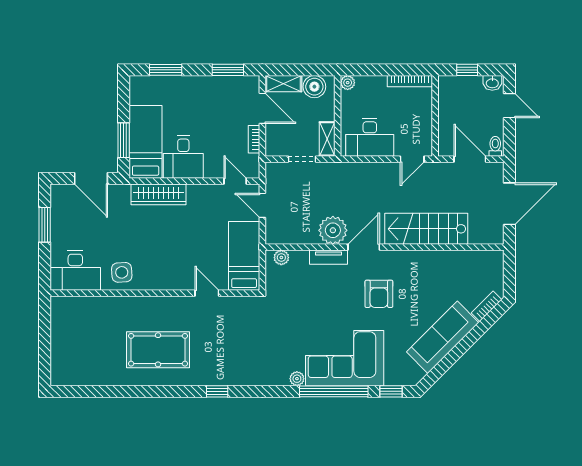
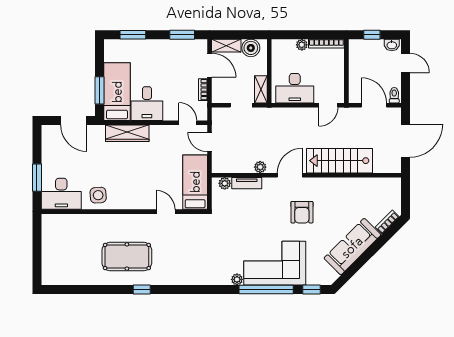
plant: (348, 83) -> (302, 45), moved
window: (45, 225) -> (37, 178), moved
plant: (333, 230) -> (260, 167), width x0.53, depth x0.53
tv unit: (328, 257) -> (247, 183), moved
window: (217, 391) -> (142, 290), moved

